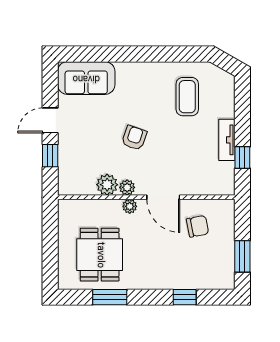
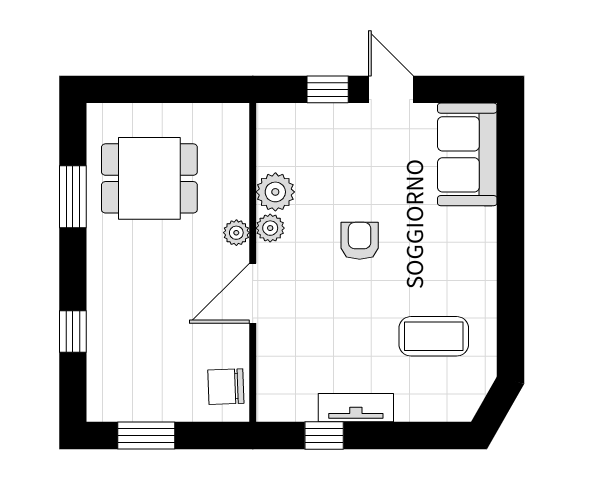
armchair: (134, 138) -> (360, 241), turned -109
chair: (198, 226) -> (226, 387), moved, turned 99

